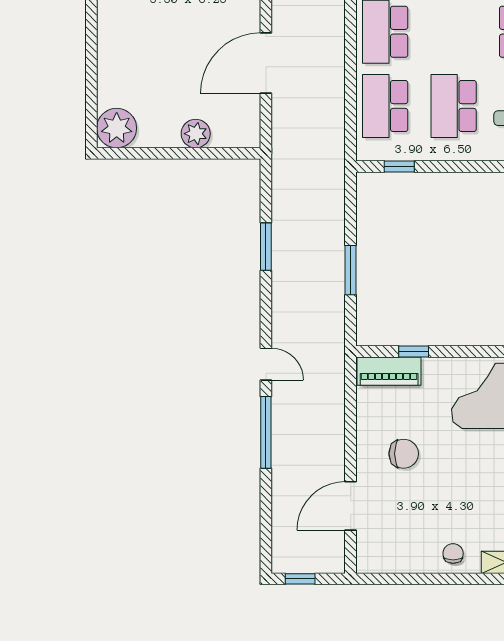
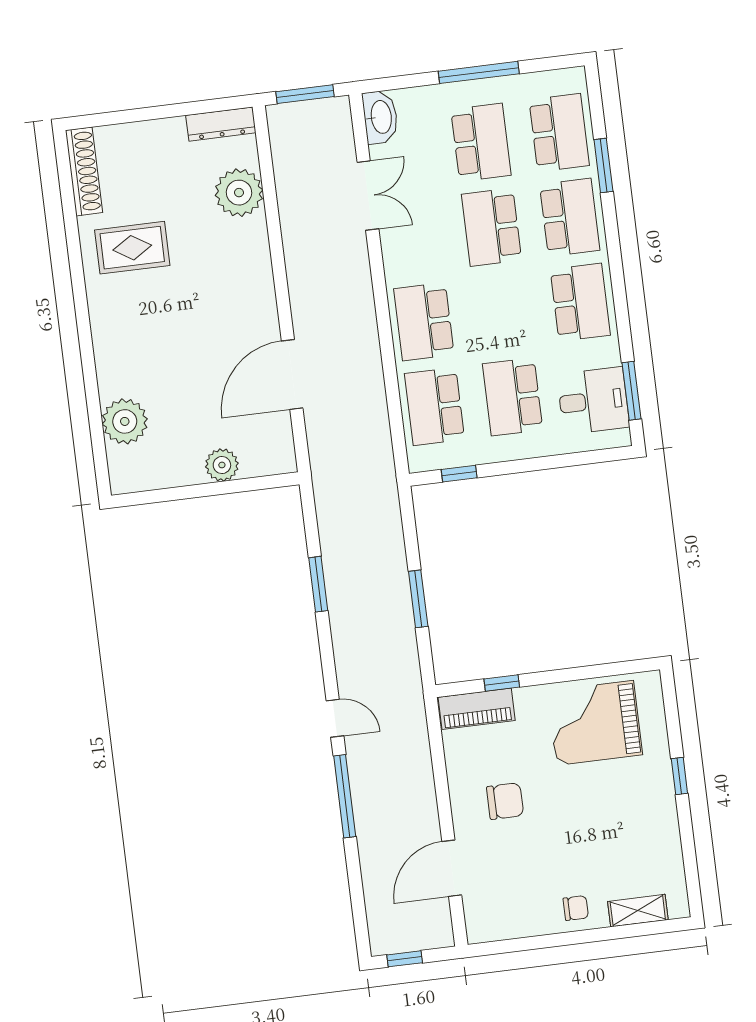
plant: (117, 128) -> (125, 421), moved
chair: (453, 553) -> (576, 908), turned 90

